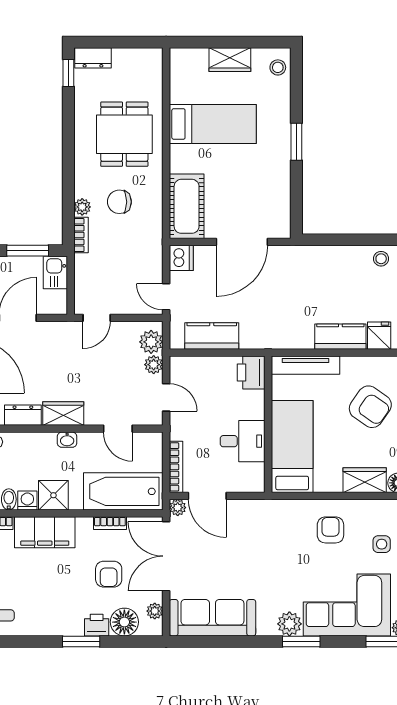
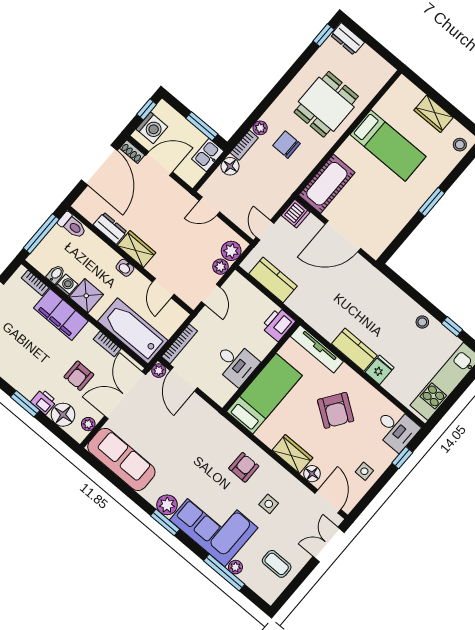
floor lamp: (84, 265) -> (230, 166), added

